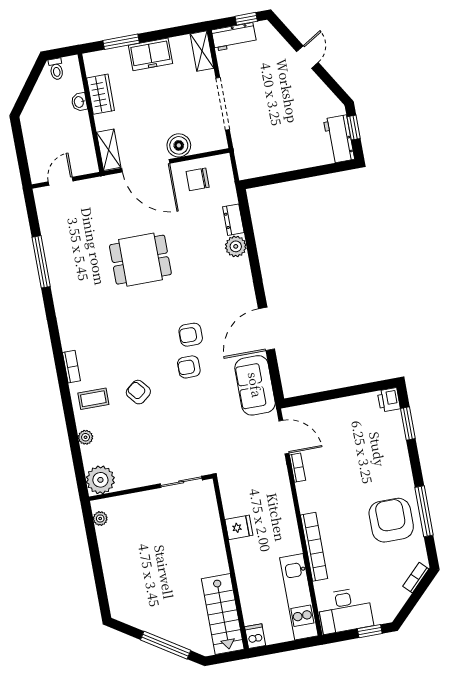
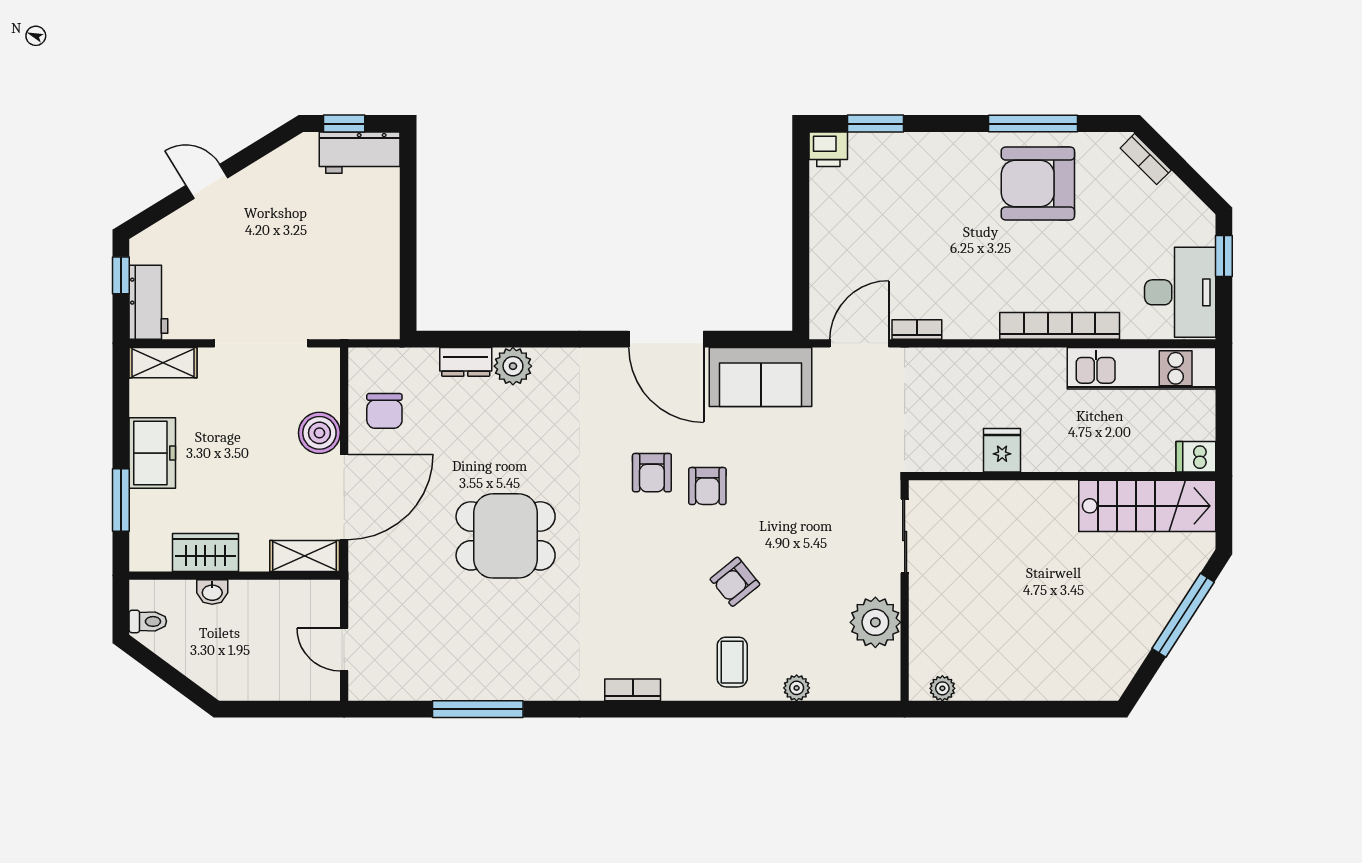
dining table: (140, 260) -> (506, 536), turned 90
bookcase: (71, 367) -> (633, 690), moved
plant: (100, 480) -> (875, 622), moved

